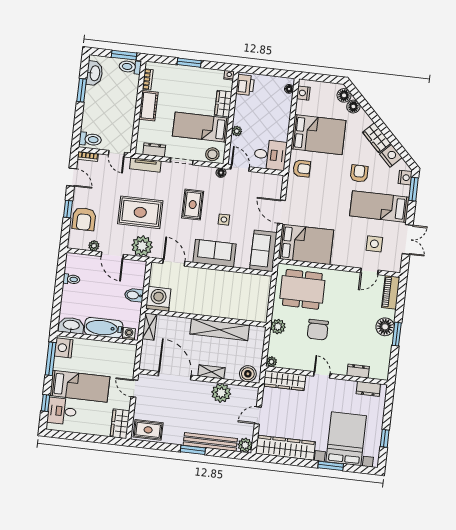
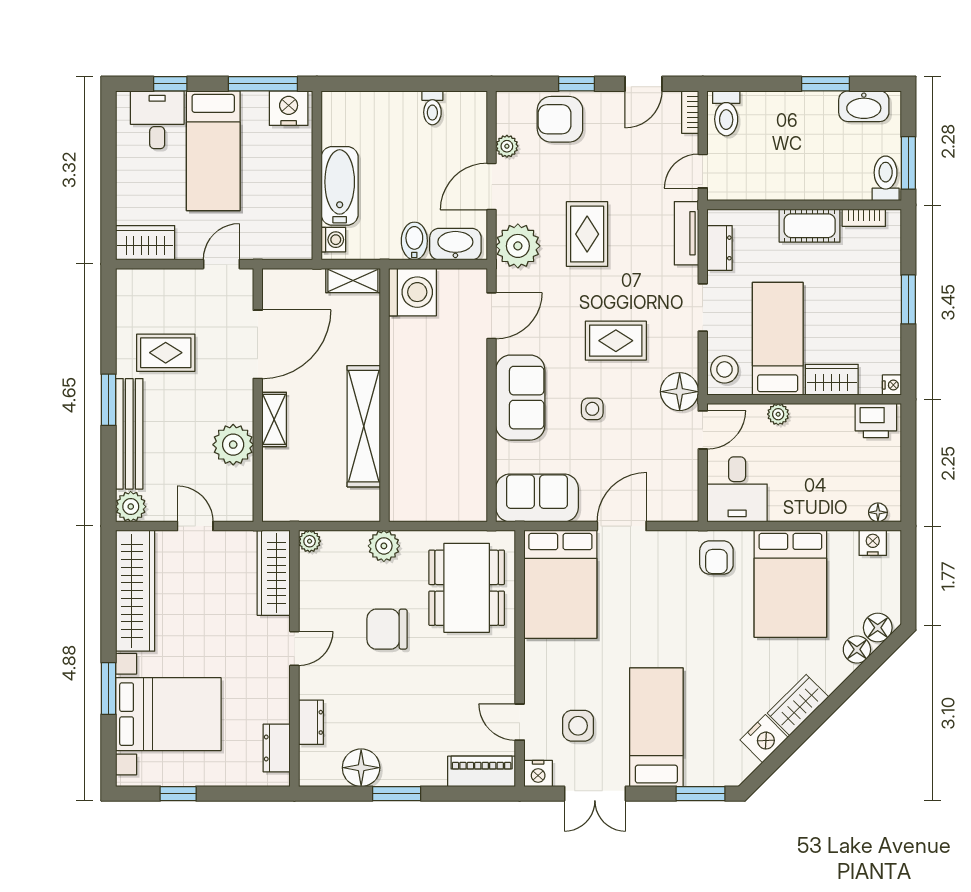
floor lamp: (221, 173) -> (680, 392), width x1.89, depth x1.89
armchair: (359, 173) -> (720, 677), removed
nightstand: (405, 178) -> (538, 773), moved
rug: (140, 212) -> (587, 234), width x0.73, depth x0.70
washbasin: (71, 325) -> (455, 244), moved, turned -90
floor lamp: (385, 327) -> (361, 768), moved
boiler: (248, 374) -> (279, 495), removed
rug: (148, 430) -> (166, 353), moved, turned 90

